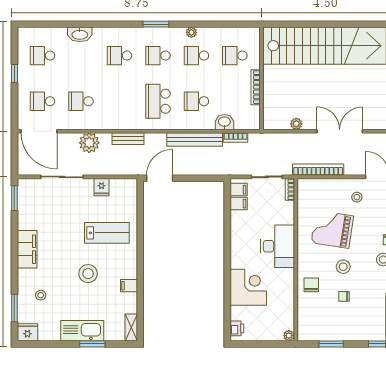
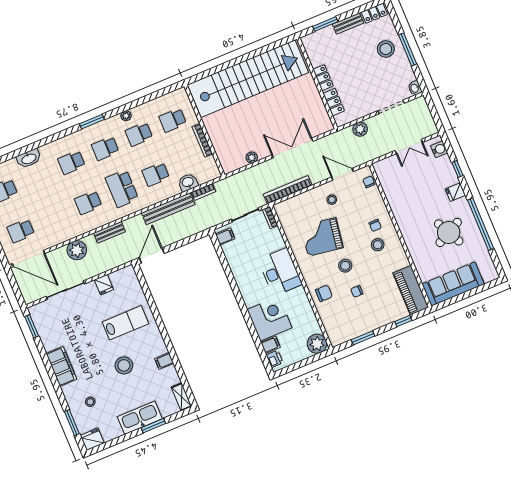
school desk: (81, 101) -> (88, 203), moved
filing cabinet: (239, 204) -> (270, 345), moved
chair: (311, 285) -> (324, 293), turned 90
plant: (289, 336) -> (317, 344), width x1.87, depth x1.87

